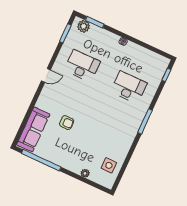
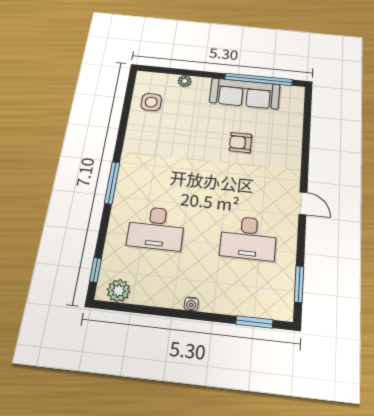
plant: (84, 26) -> (118, 291), moved
door: (46, 75) -> (303, 203), swing flipped
sofa: (33, 129) -> (245, 93), moved, turned -90

